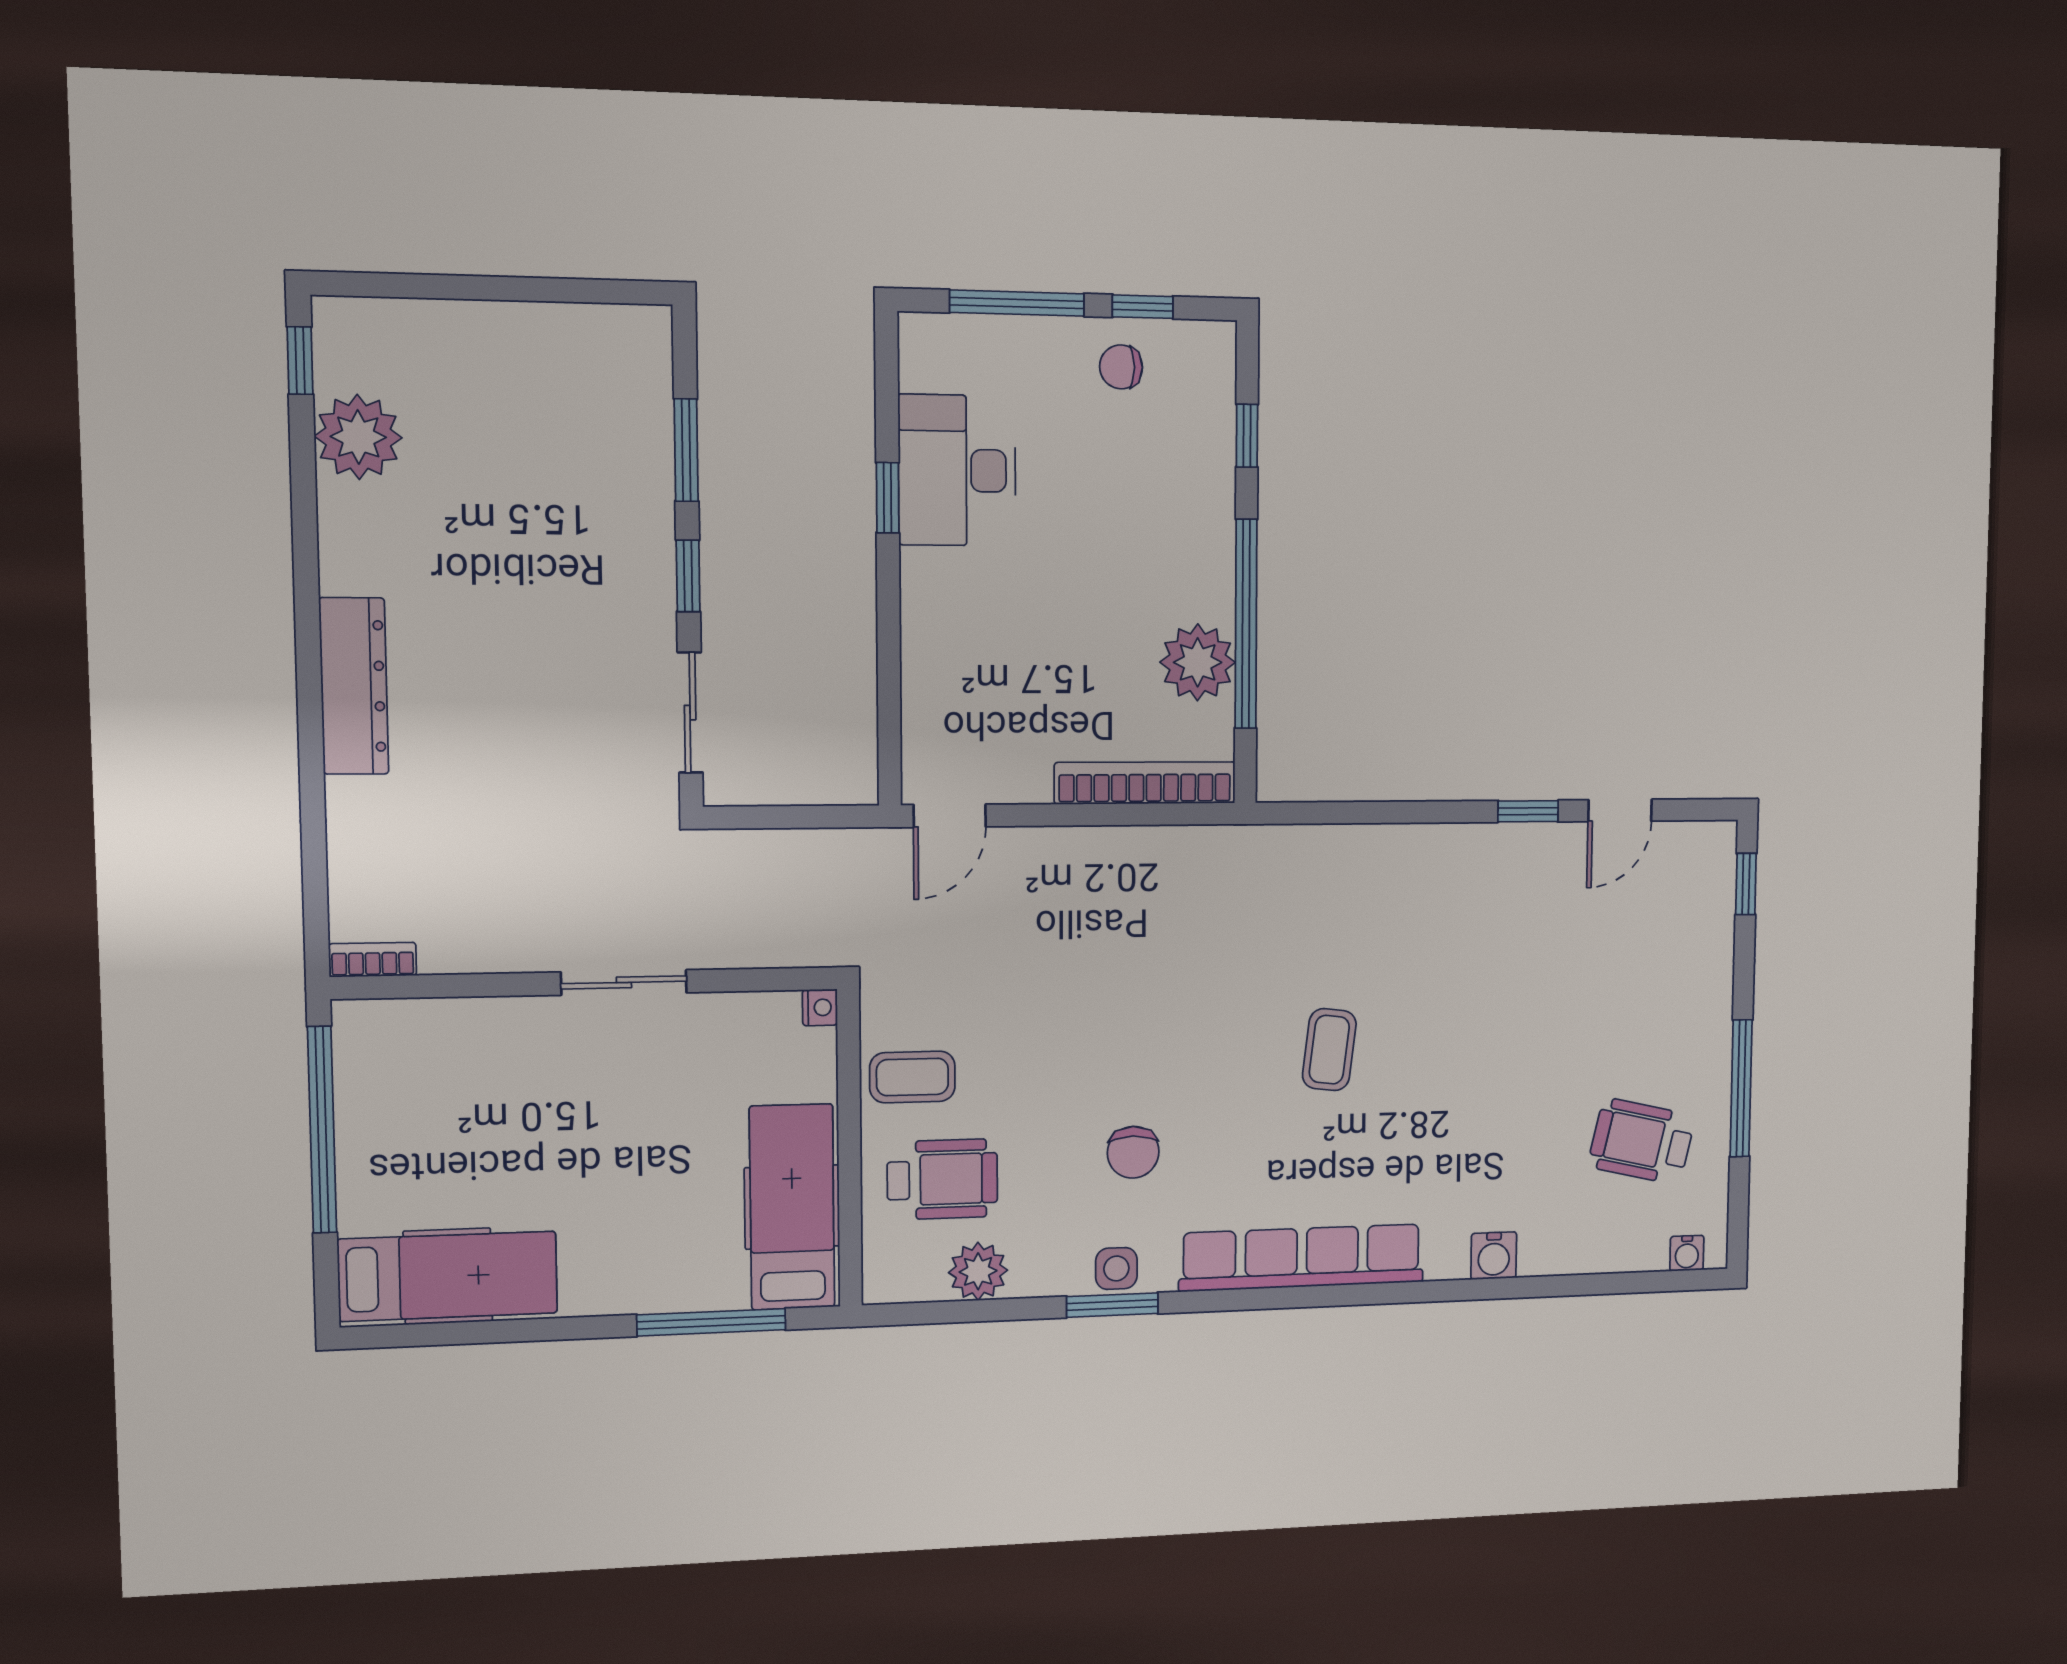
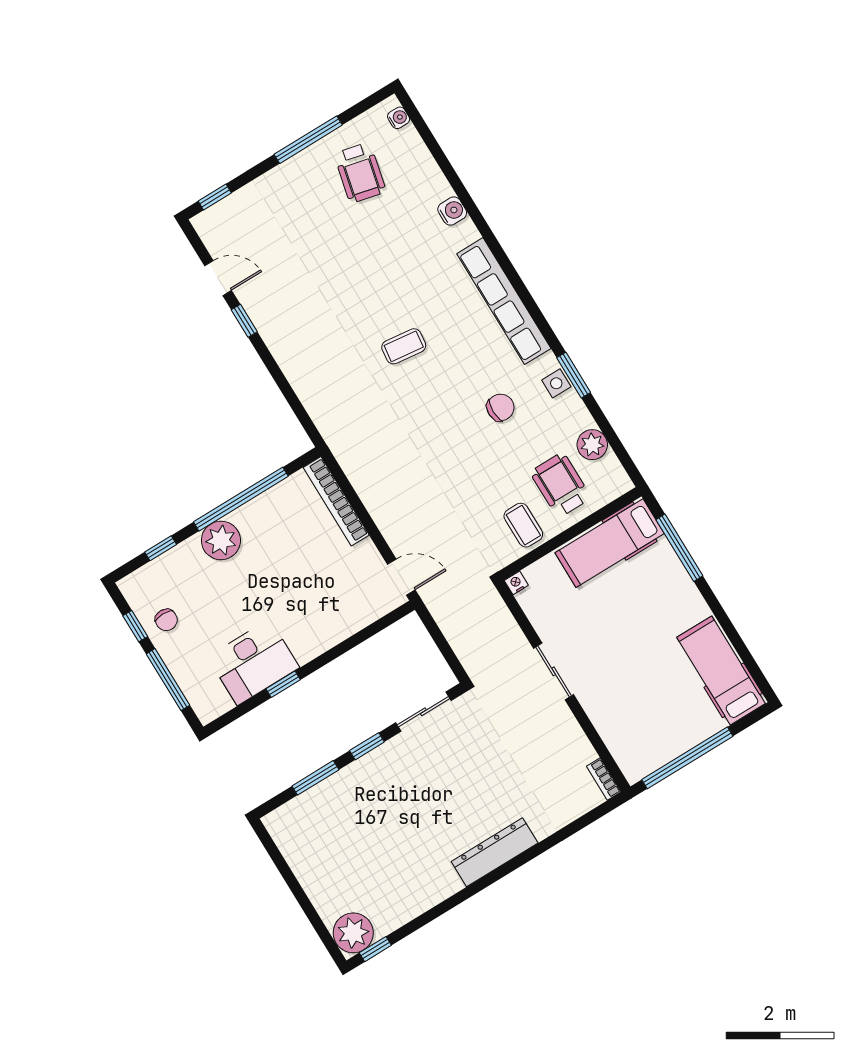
plant: (358, 437) -> (353, 933), moved
plant: (1198, 662) -> (221, 540), moved

